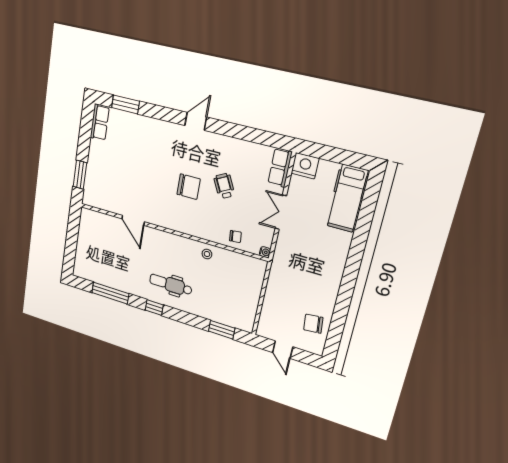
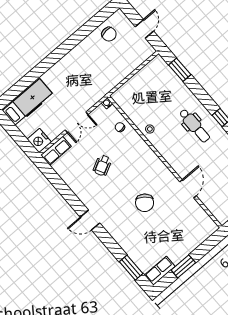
window: (80, 175) -> (183, 266), moved
chair: (189, 187) -> (145, 203), moved, turned -141

